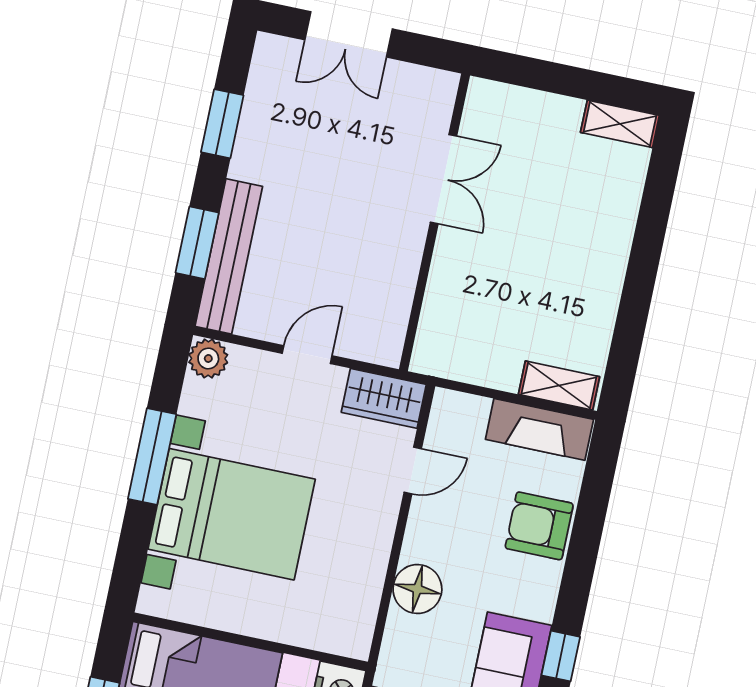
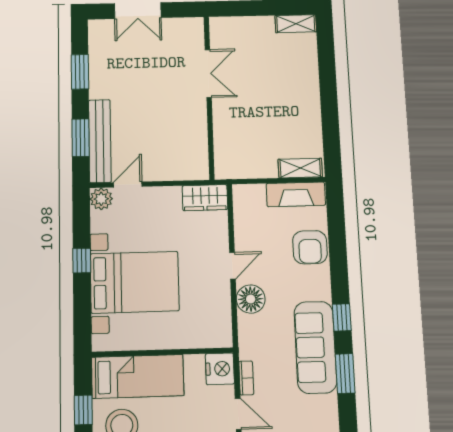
door: (307, 355) -> (128, 185), moved
window: (152, 457) -> (82, 261), width x0.46
door: (413, 471) -> (232, 266), moved
armchair: (539, 526) -> (310, 247), turned -90

